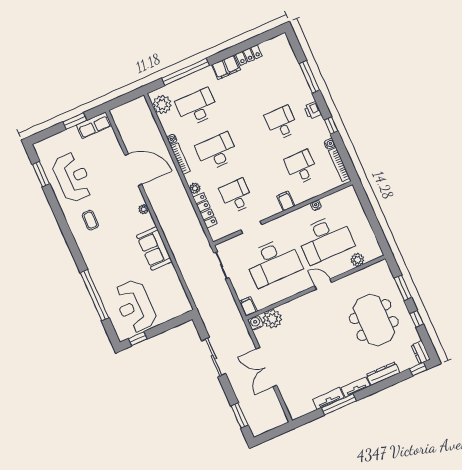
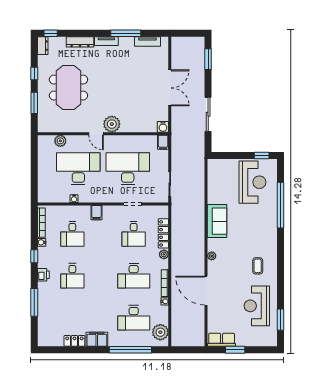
plant: (272, 319) -> (112, 124), moved
tv unit: (328, 398) -> (147, 41), moved

